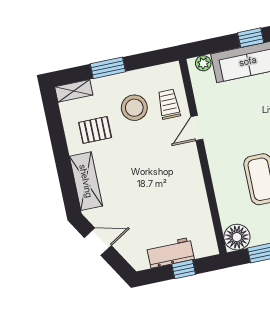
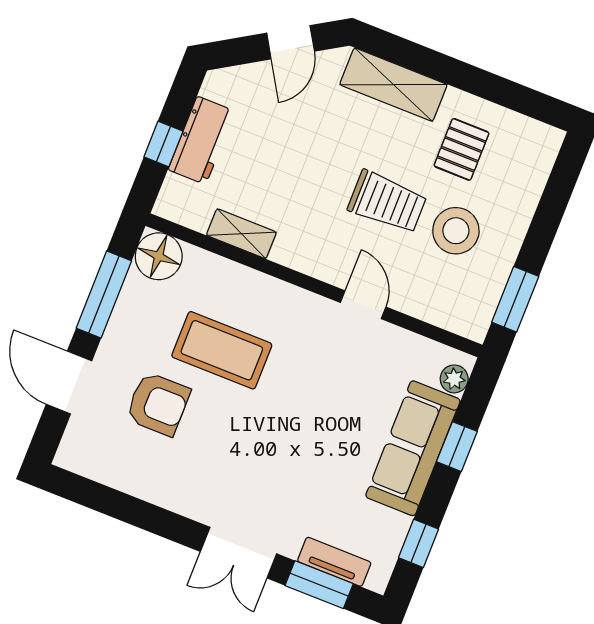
window: (251, 38) -> (457, 447), moved
window: (108, 68) -> (515, 299), moved
shelving: (74, 91) -> (241, 234), moved, turned 90
trolley: (169, 104) -> (387, 202), moved, width x1.36, depth x1.39

